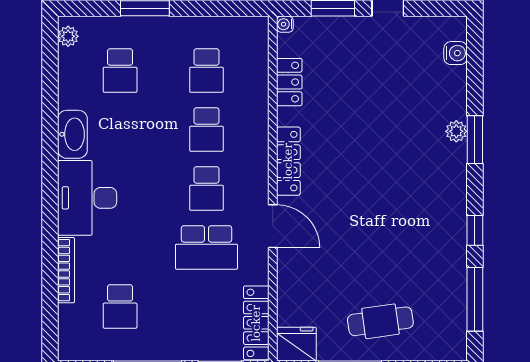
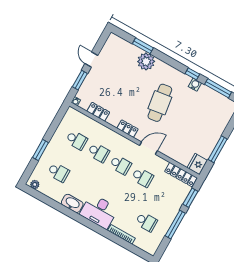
water cooler: (456, 53) -> (195, 85), moved
plant: (456, 131) -> (146, 61), width x1.88, depth x1.88
window: (475, 140) -> (143, 46), moved
locker: (288, 161) -> (127, 129), width x0.66
school desk: (206, 248) -> (142, 177), width x0.54
cafe table: (380, 321) -> (160, 103), moved, width x1.37, depth x1.35

